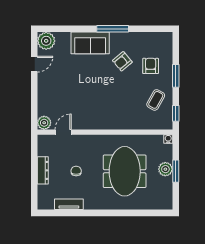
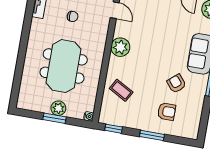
coffee table: (156, 100) -> (121, 90), moved
plant: (97, 121) -> (120, 47), added
meeting table: (125, 171) -> (64, 66), turned 90

